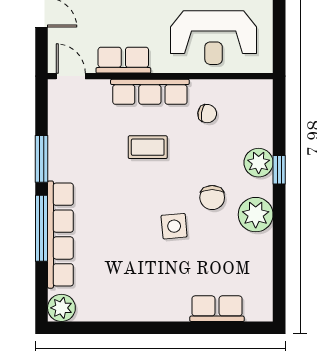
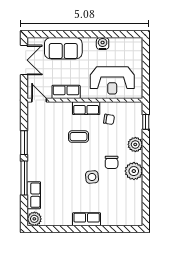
row of seats: (150, 92) -> (86, 108), width x0.68
window: (279, 170) -> (146, 122), moved
row of seats: (60, 235) -> (34, 195), width x0.50
row of seats: (217, 309) -> (87, 219), moved

